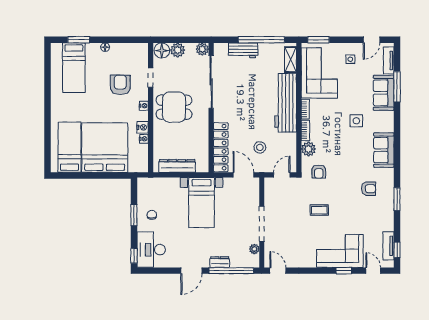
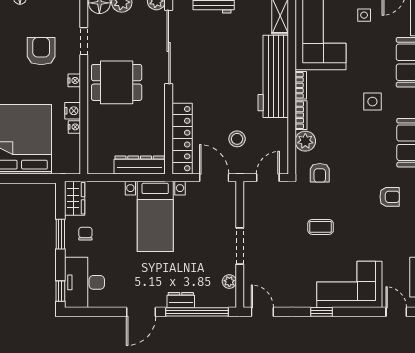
dresser: (177, 166) -> (140, 165), moved
wardrobe: (144, 190) -> (75, 198), added
doorway: (262, 224) -> (240, 246), width x0.73
window: (344, 271) -> (321, 312), moved

